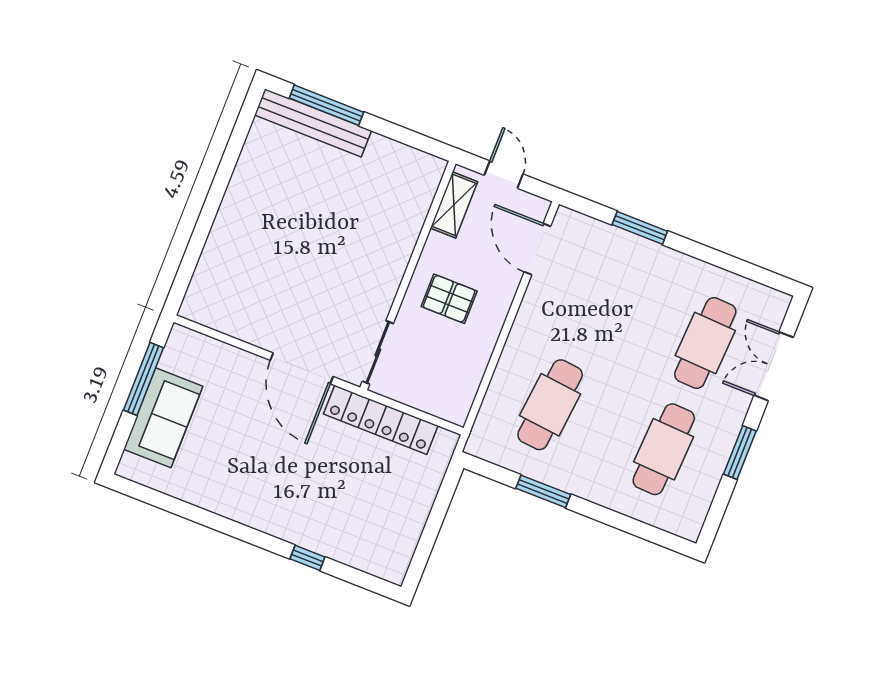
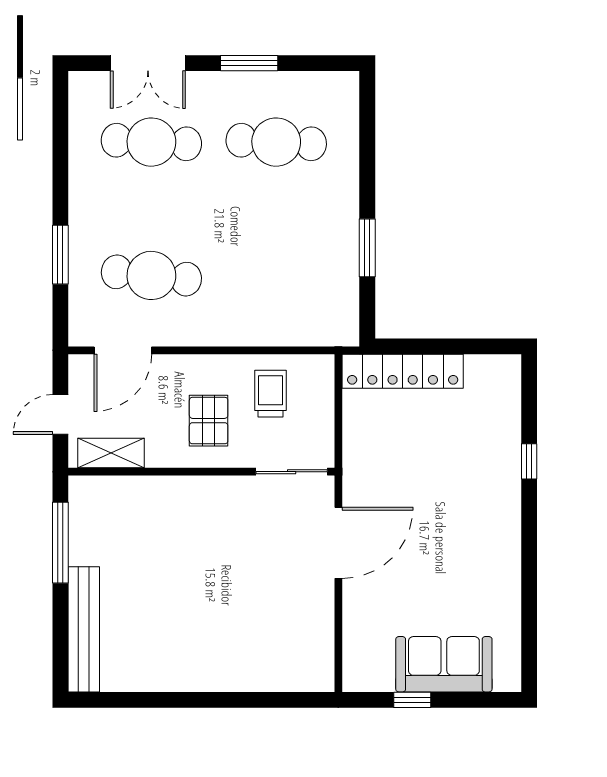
window: (326, 105) -> (60, 543), moved
trolley: (451, 360) -> (271, 394), added
window: (143, 379) -> (412, 700), width x0.46
cafe table: (550, 405) -> (151, 275), moved
locker: (381, 420) -> (403, 371), moved, turned 90

